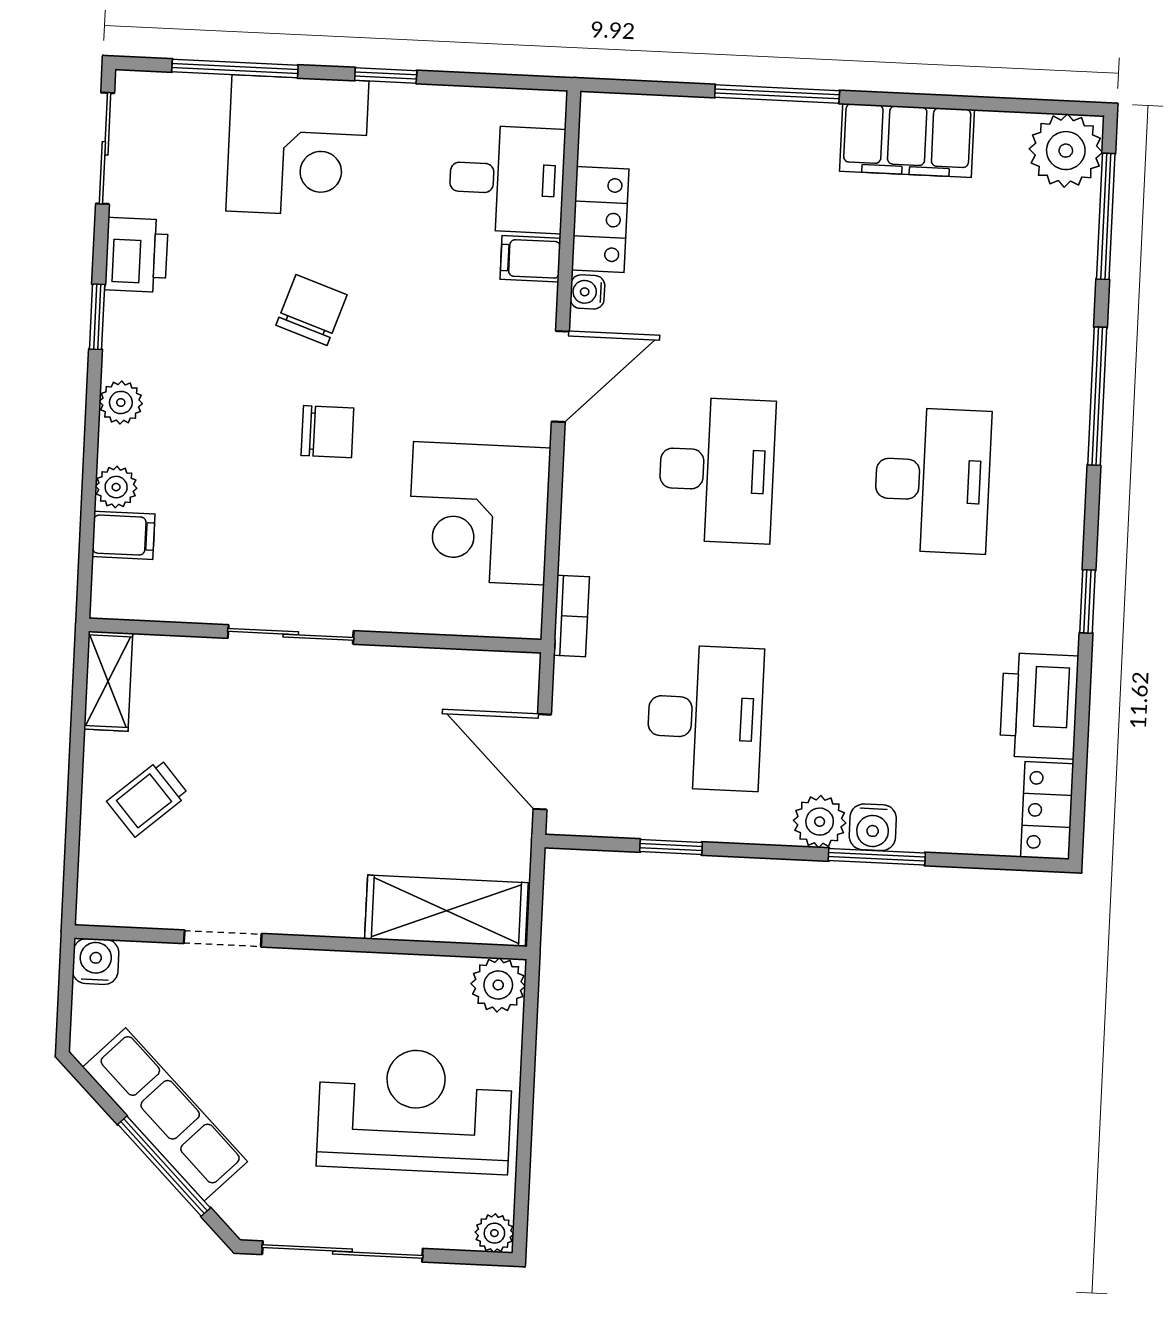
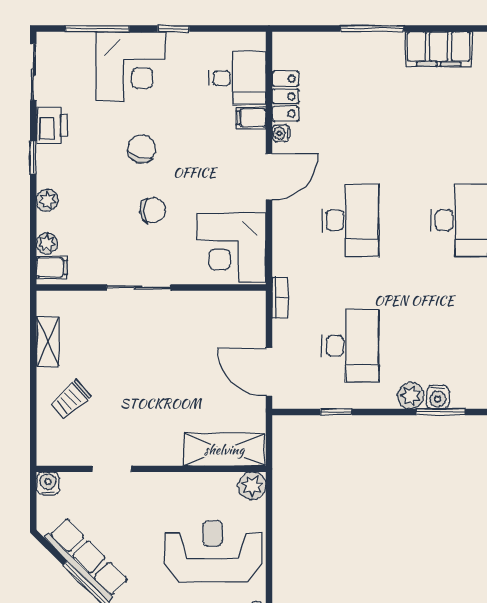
sliding door: (291, 634) -> (139, 288), moved
wall: (315, 636) -> (151, 288), moved

